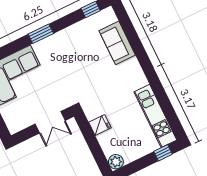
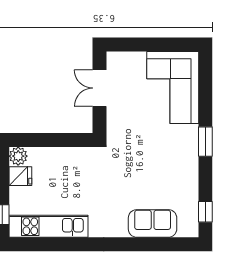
double door: (50, 122) -> (100, 88), moved
fridge: (100, 125) -> (20, 176), moved, turned -90

